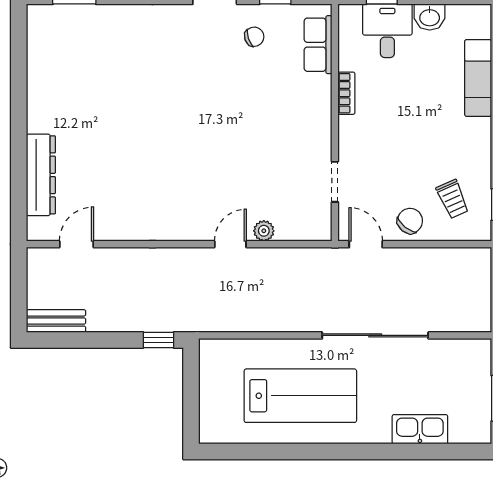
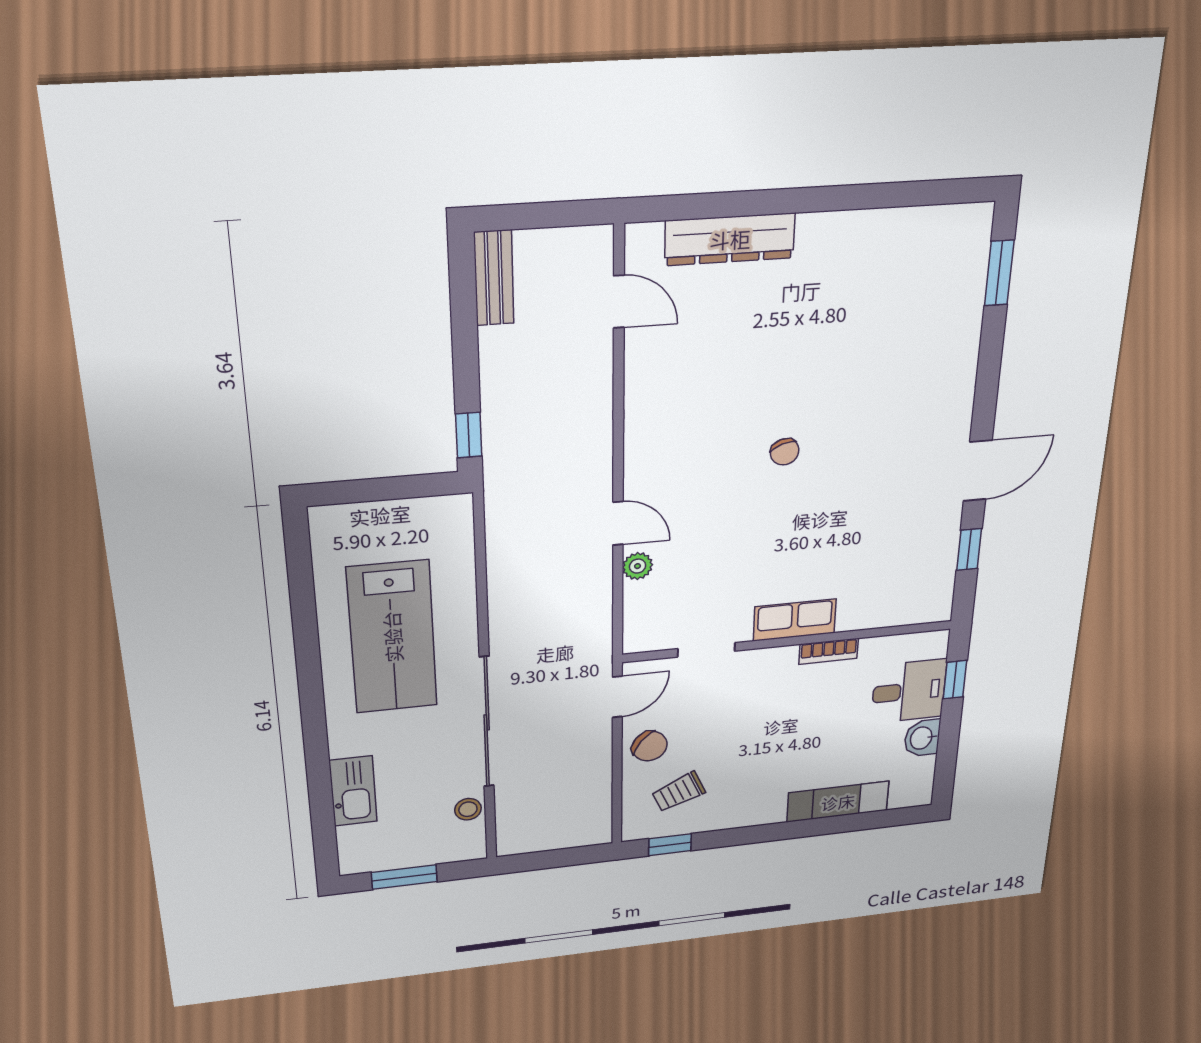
chair: (254, 37) -> (785, 452), moved
row of seats: (318, 45) -> (795, 620), moved
stool: (446, 351) -> (468, 809), added

